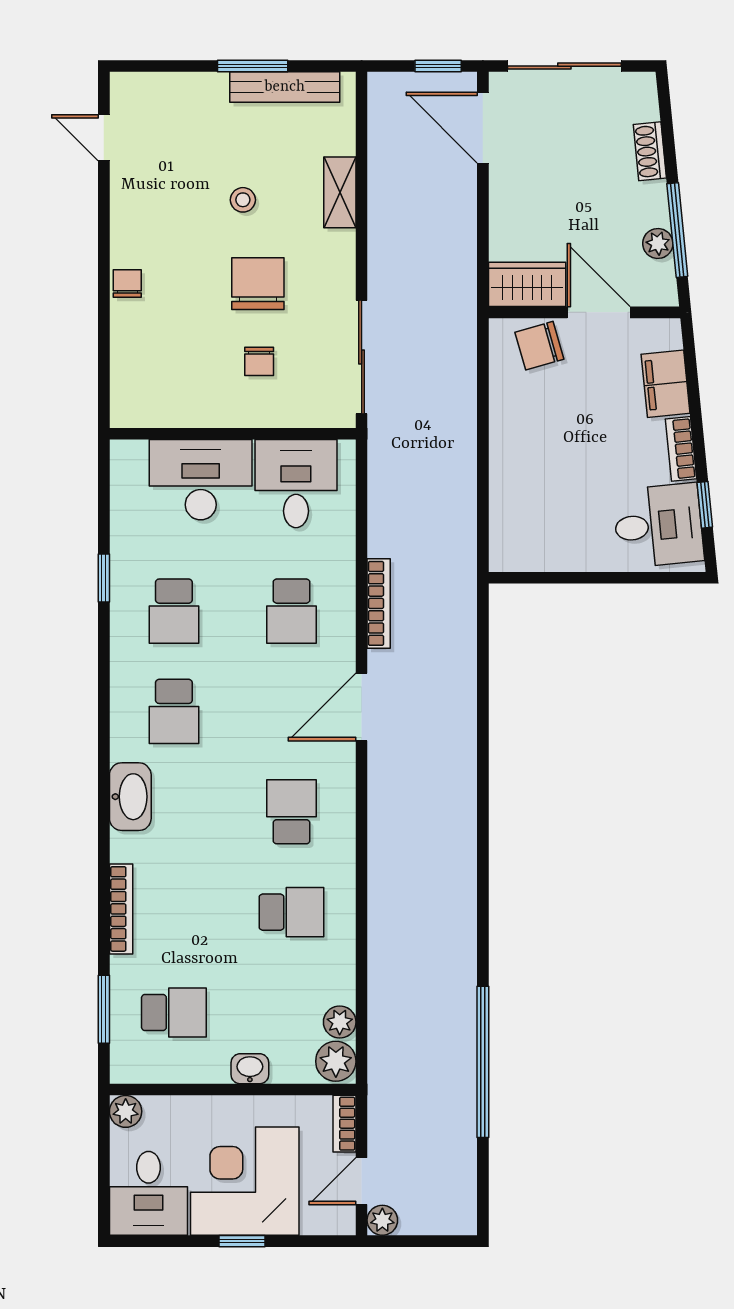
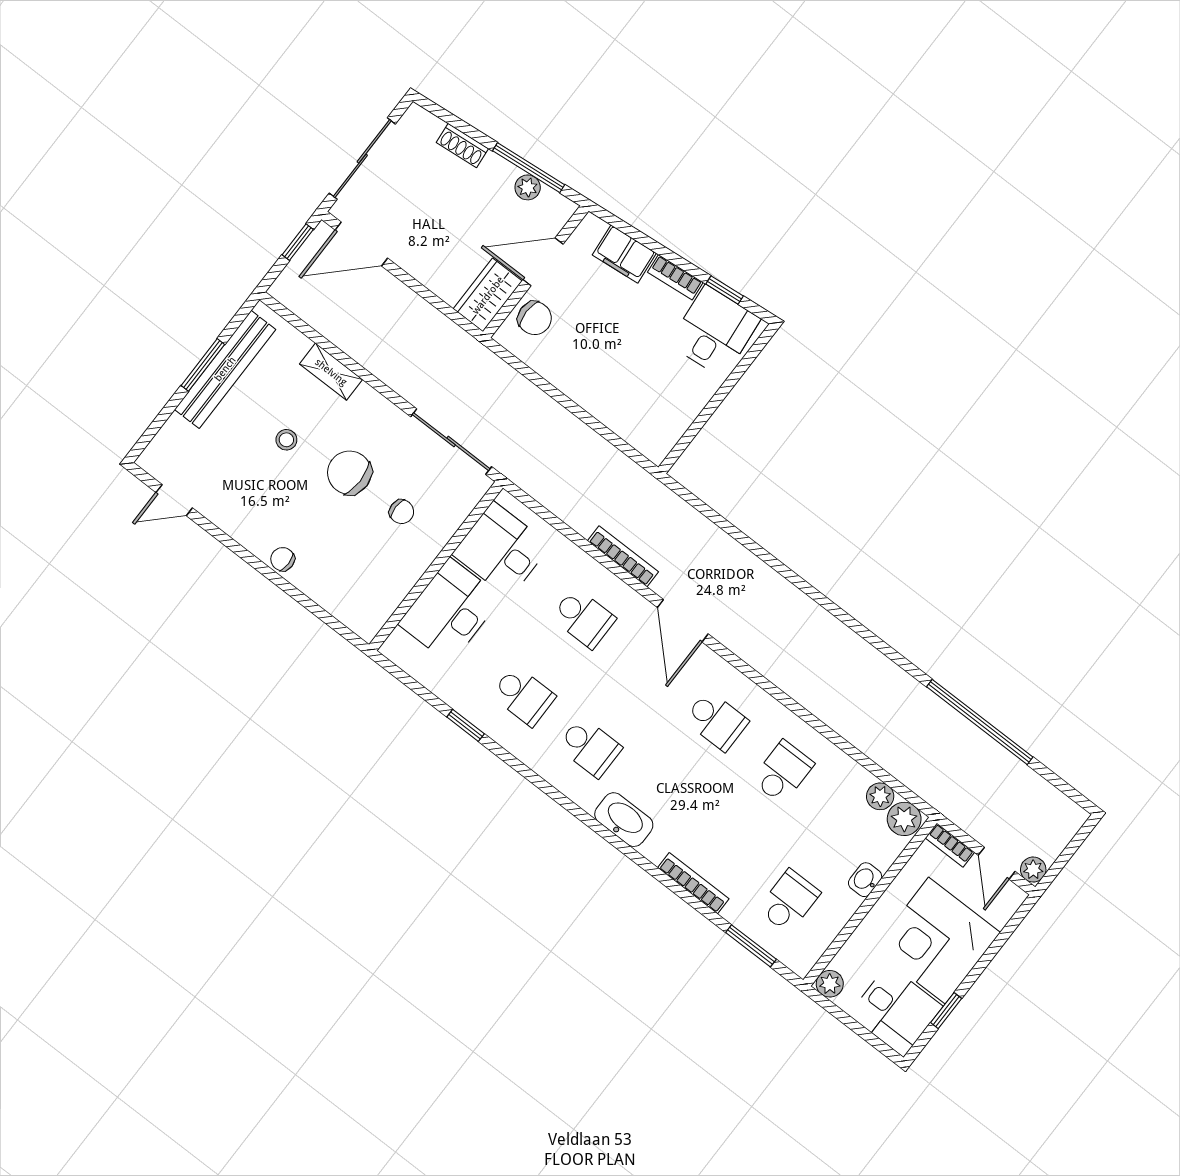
bench: (285, 87) -> (225, 369), width x1.37, depth x1.21
chair: (539, 346) -> (535, 318), turned -74
school desk: (291, 812) -> (716, 721), turned 180
window: (242, 1241) -> (946, 1011), moved

